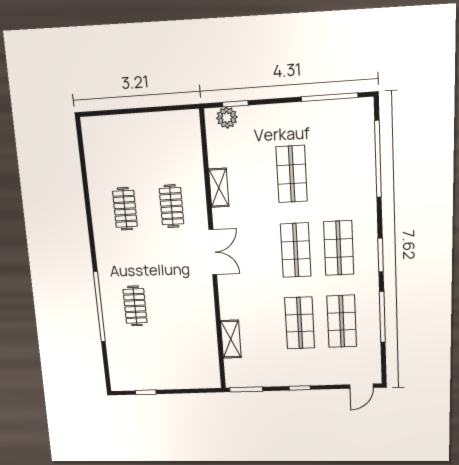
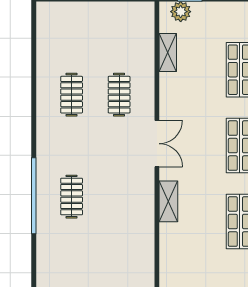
shelving: (219, 188) -> (168, 53), moved
shelving: (231, 339) -> (168, 201), moved

